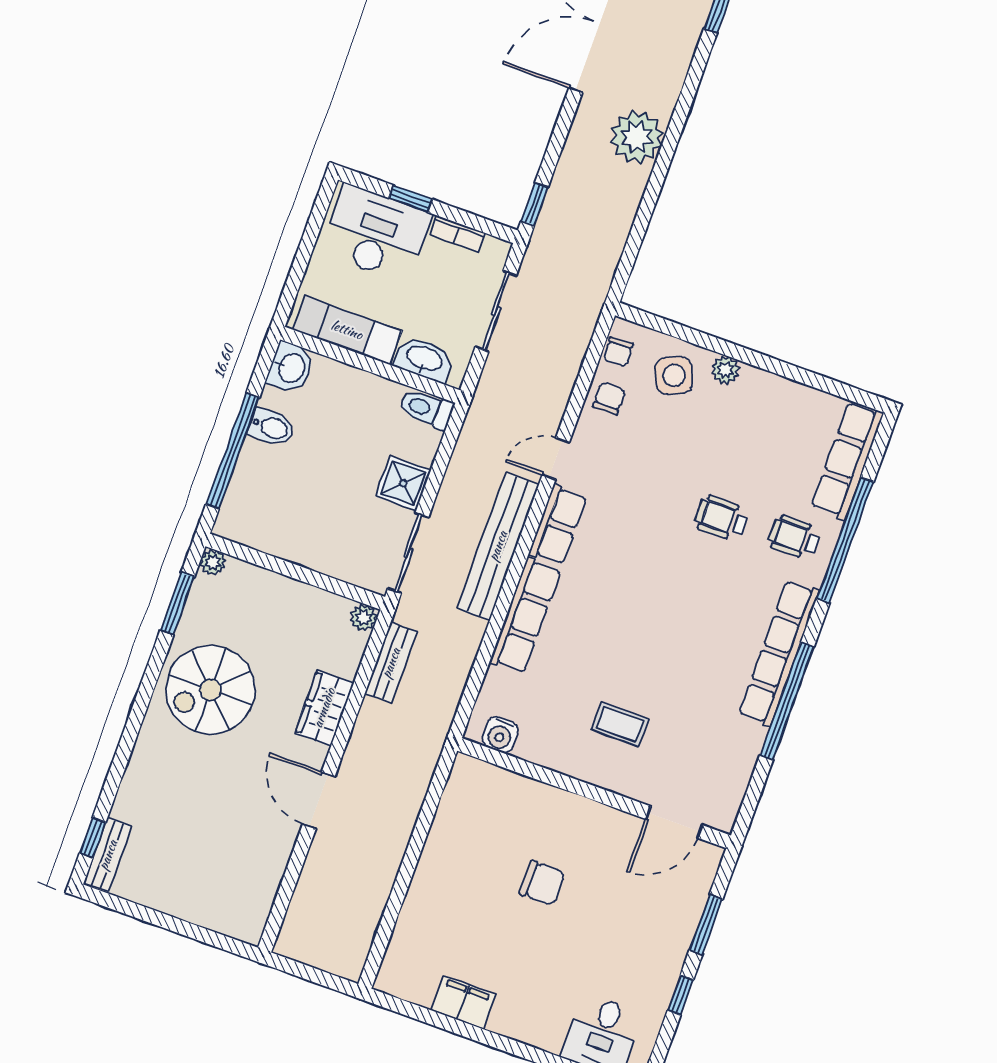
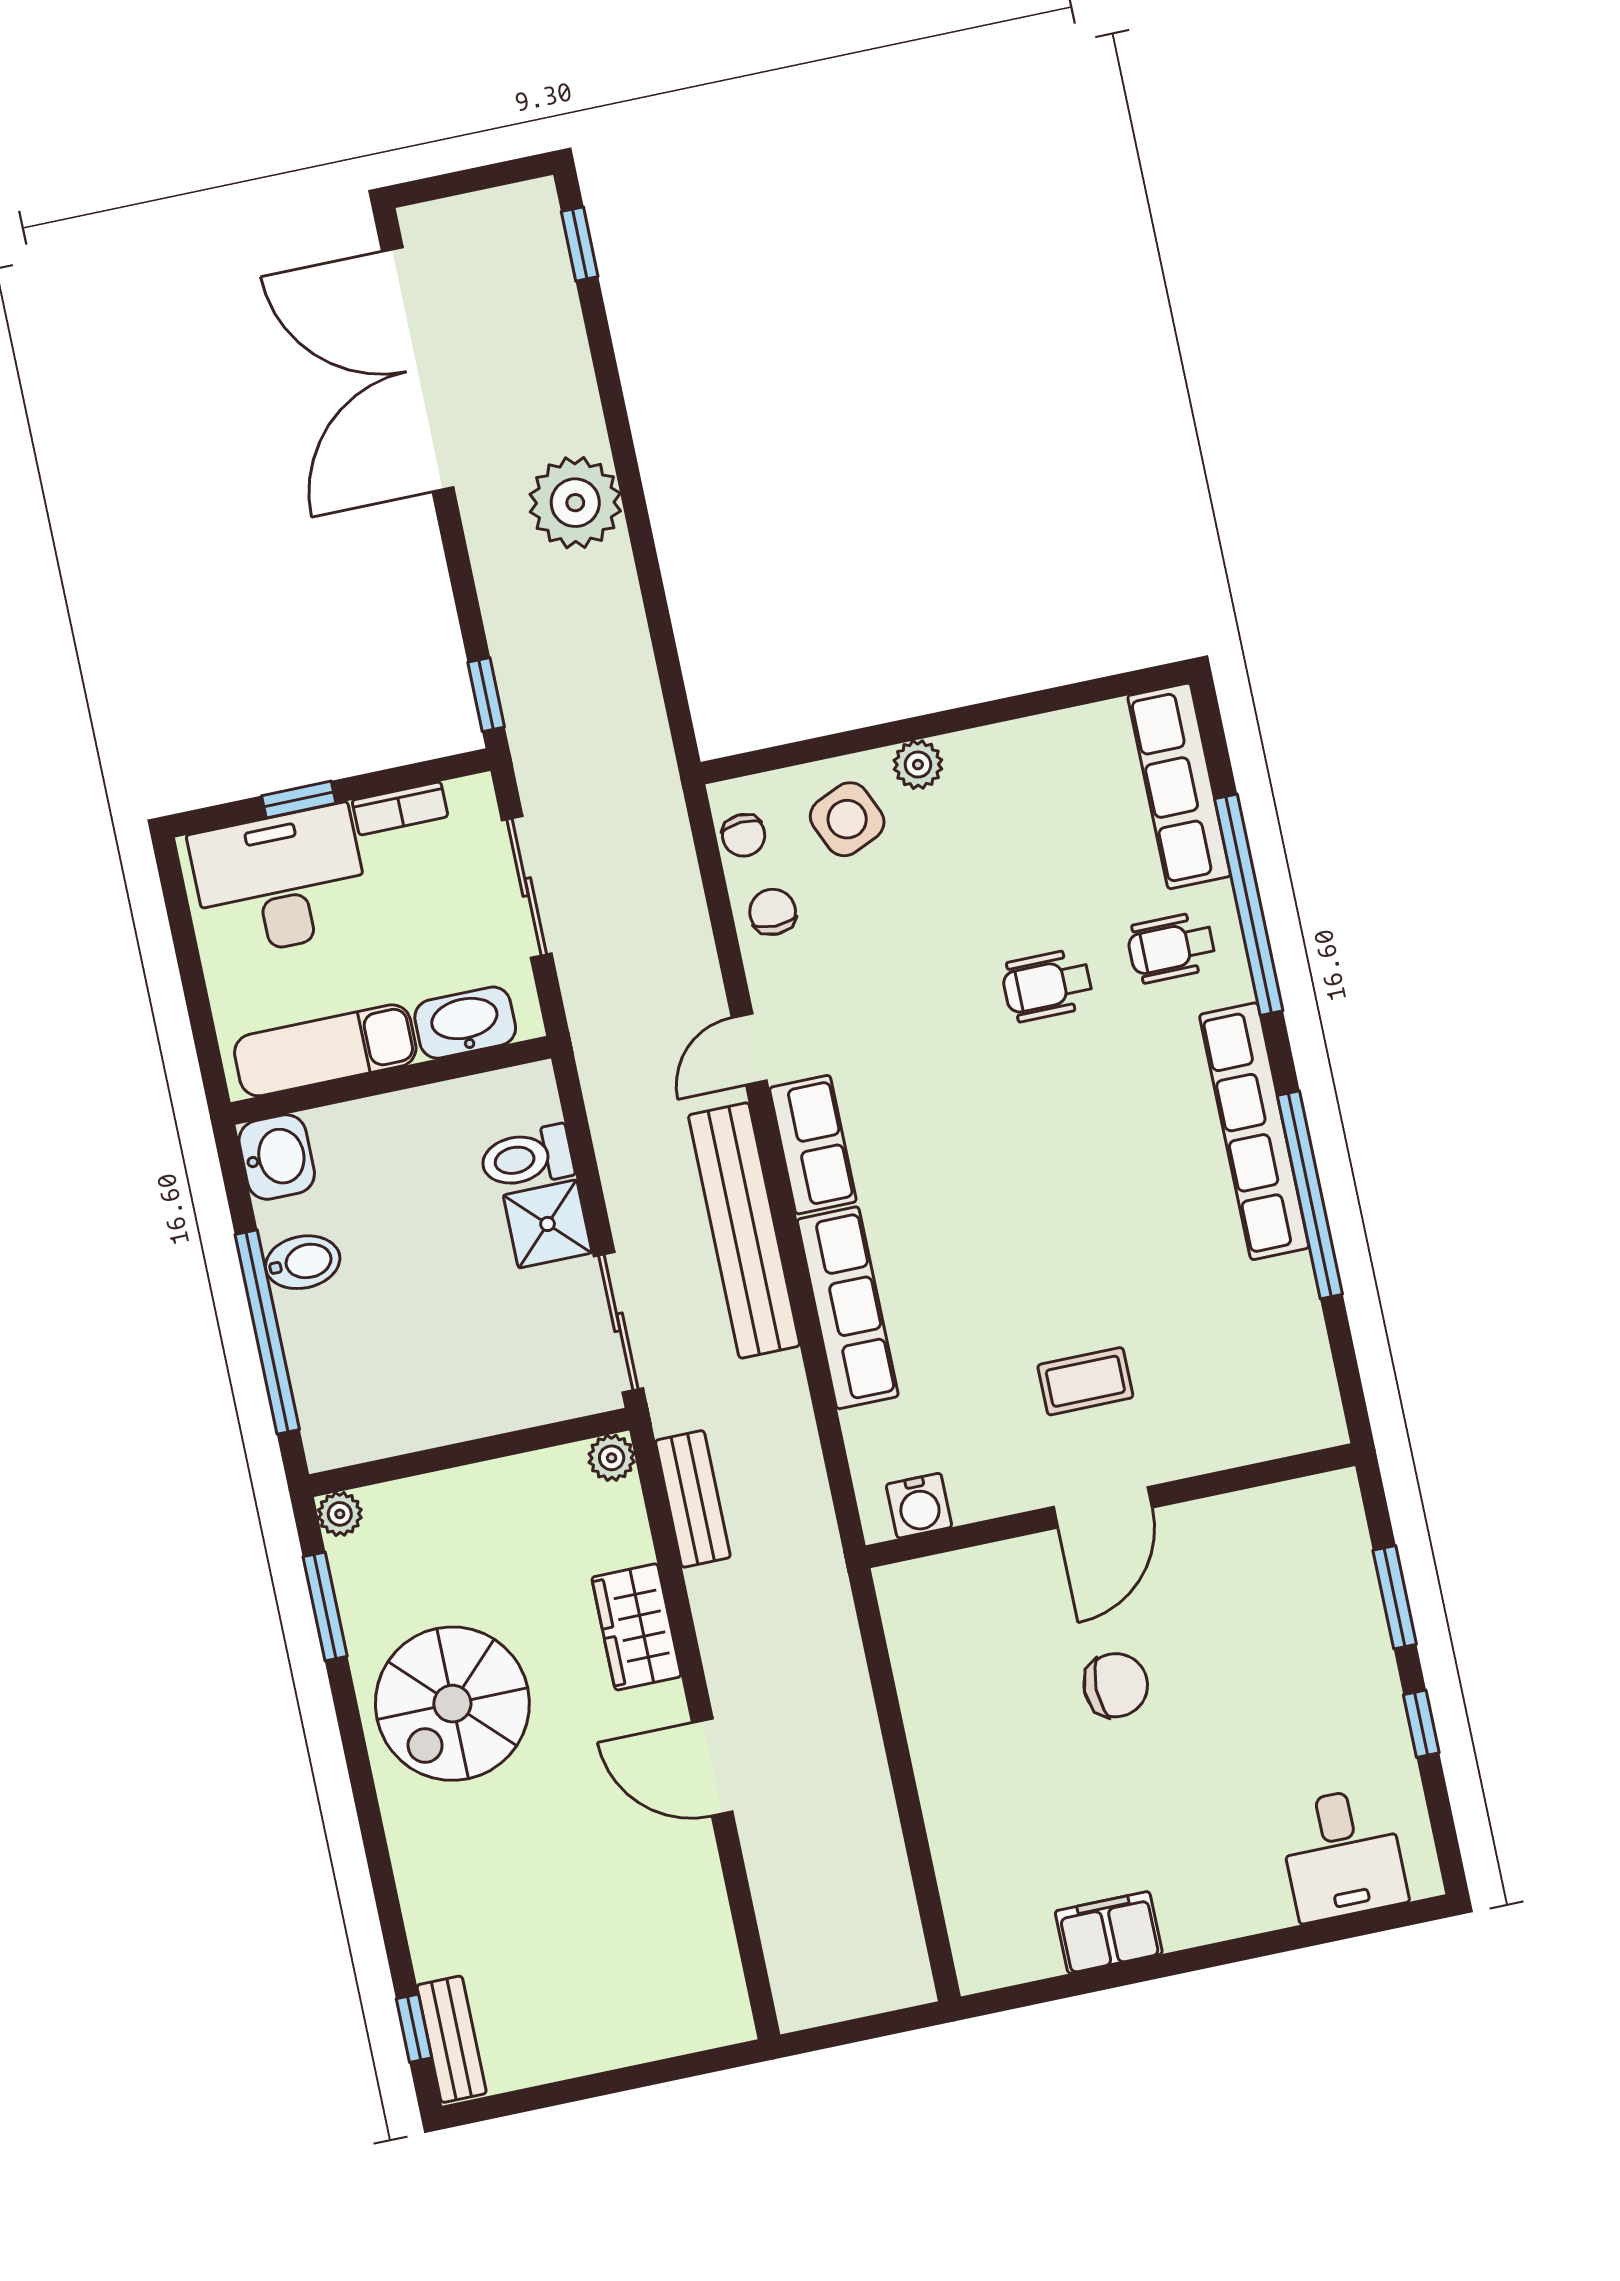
toilet: (426, 409) -> (527, 1158), moved
door: (674, 822) -> (1103, 1507), moved

